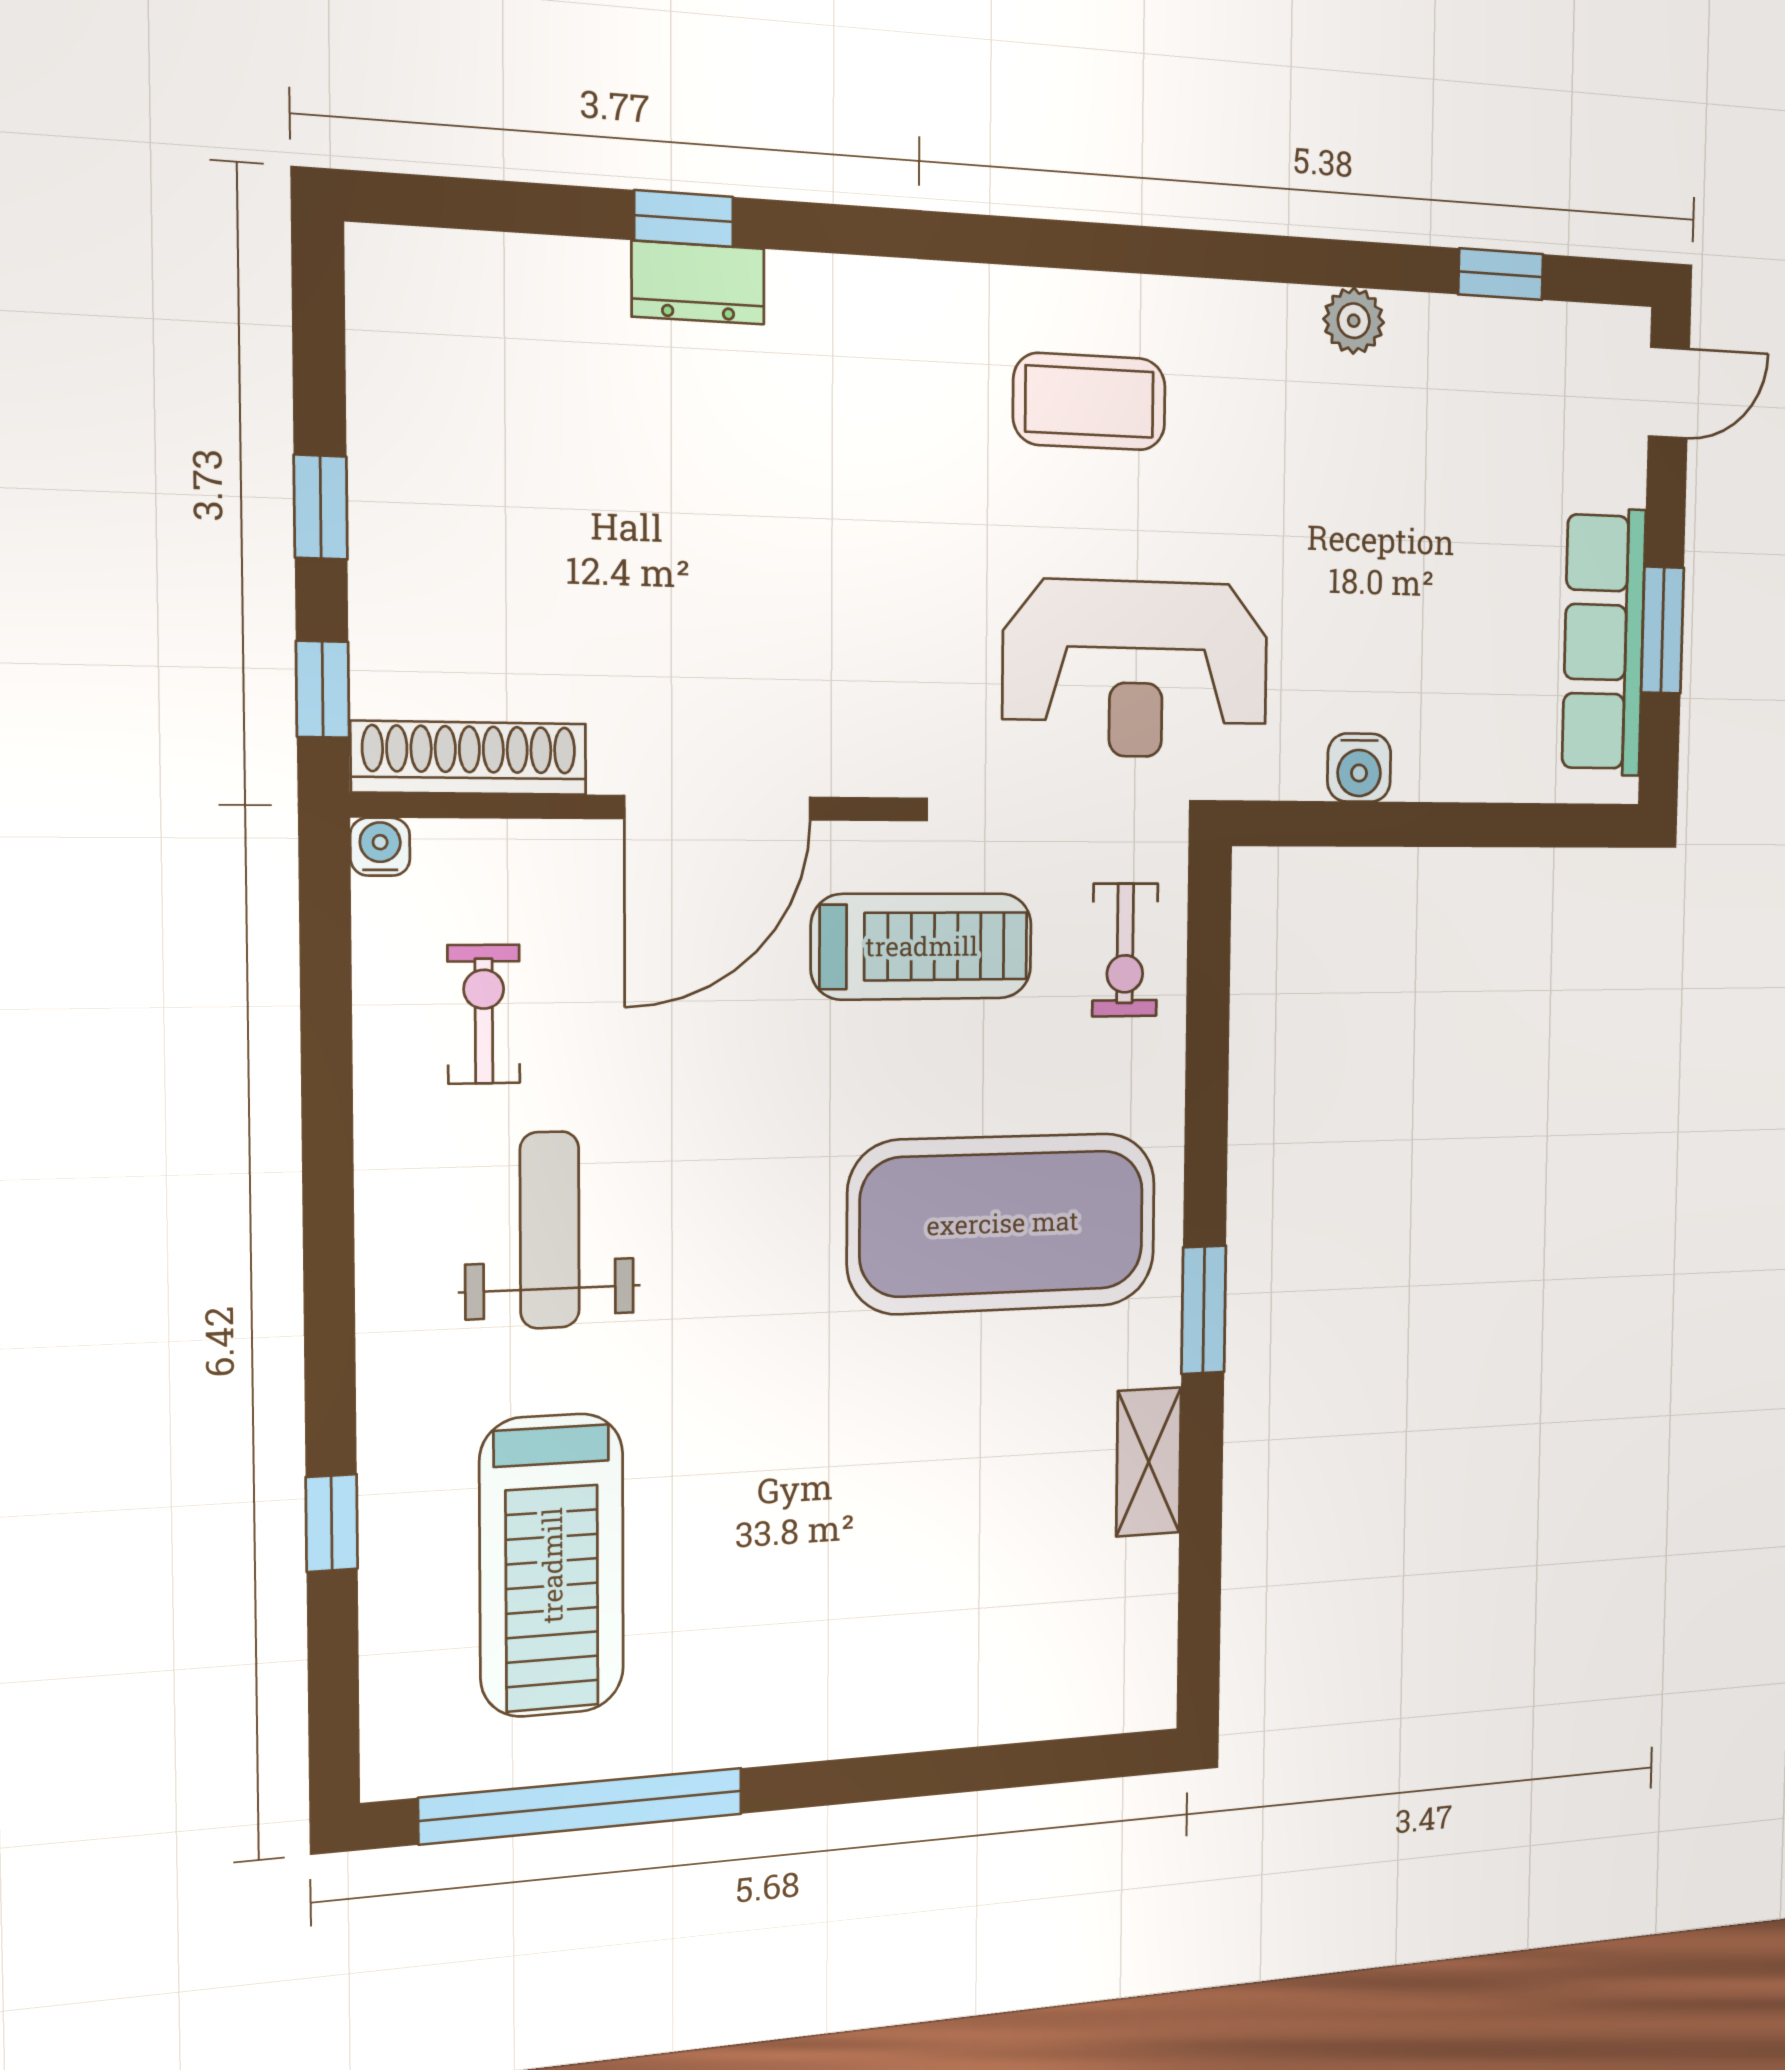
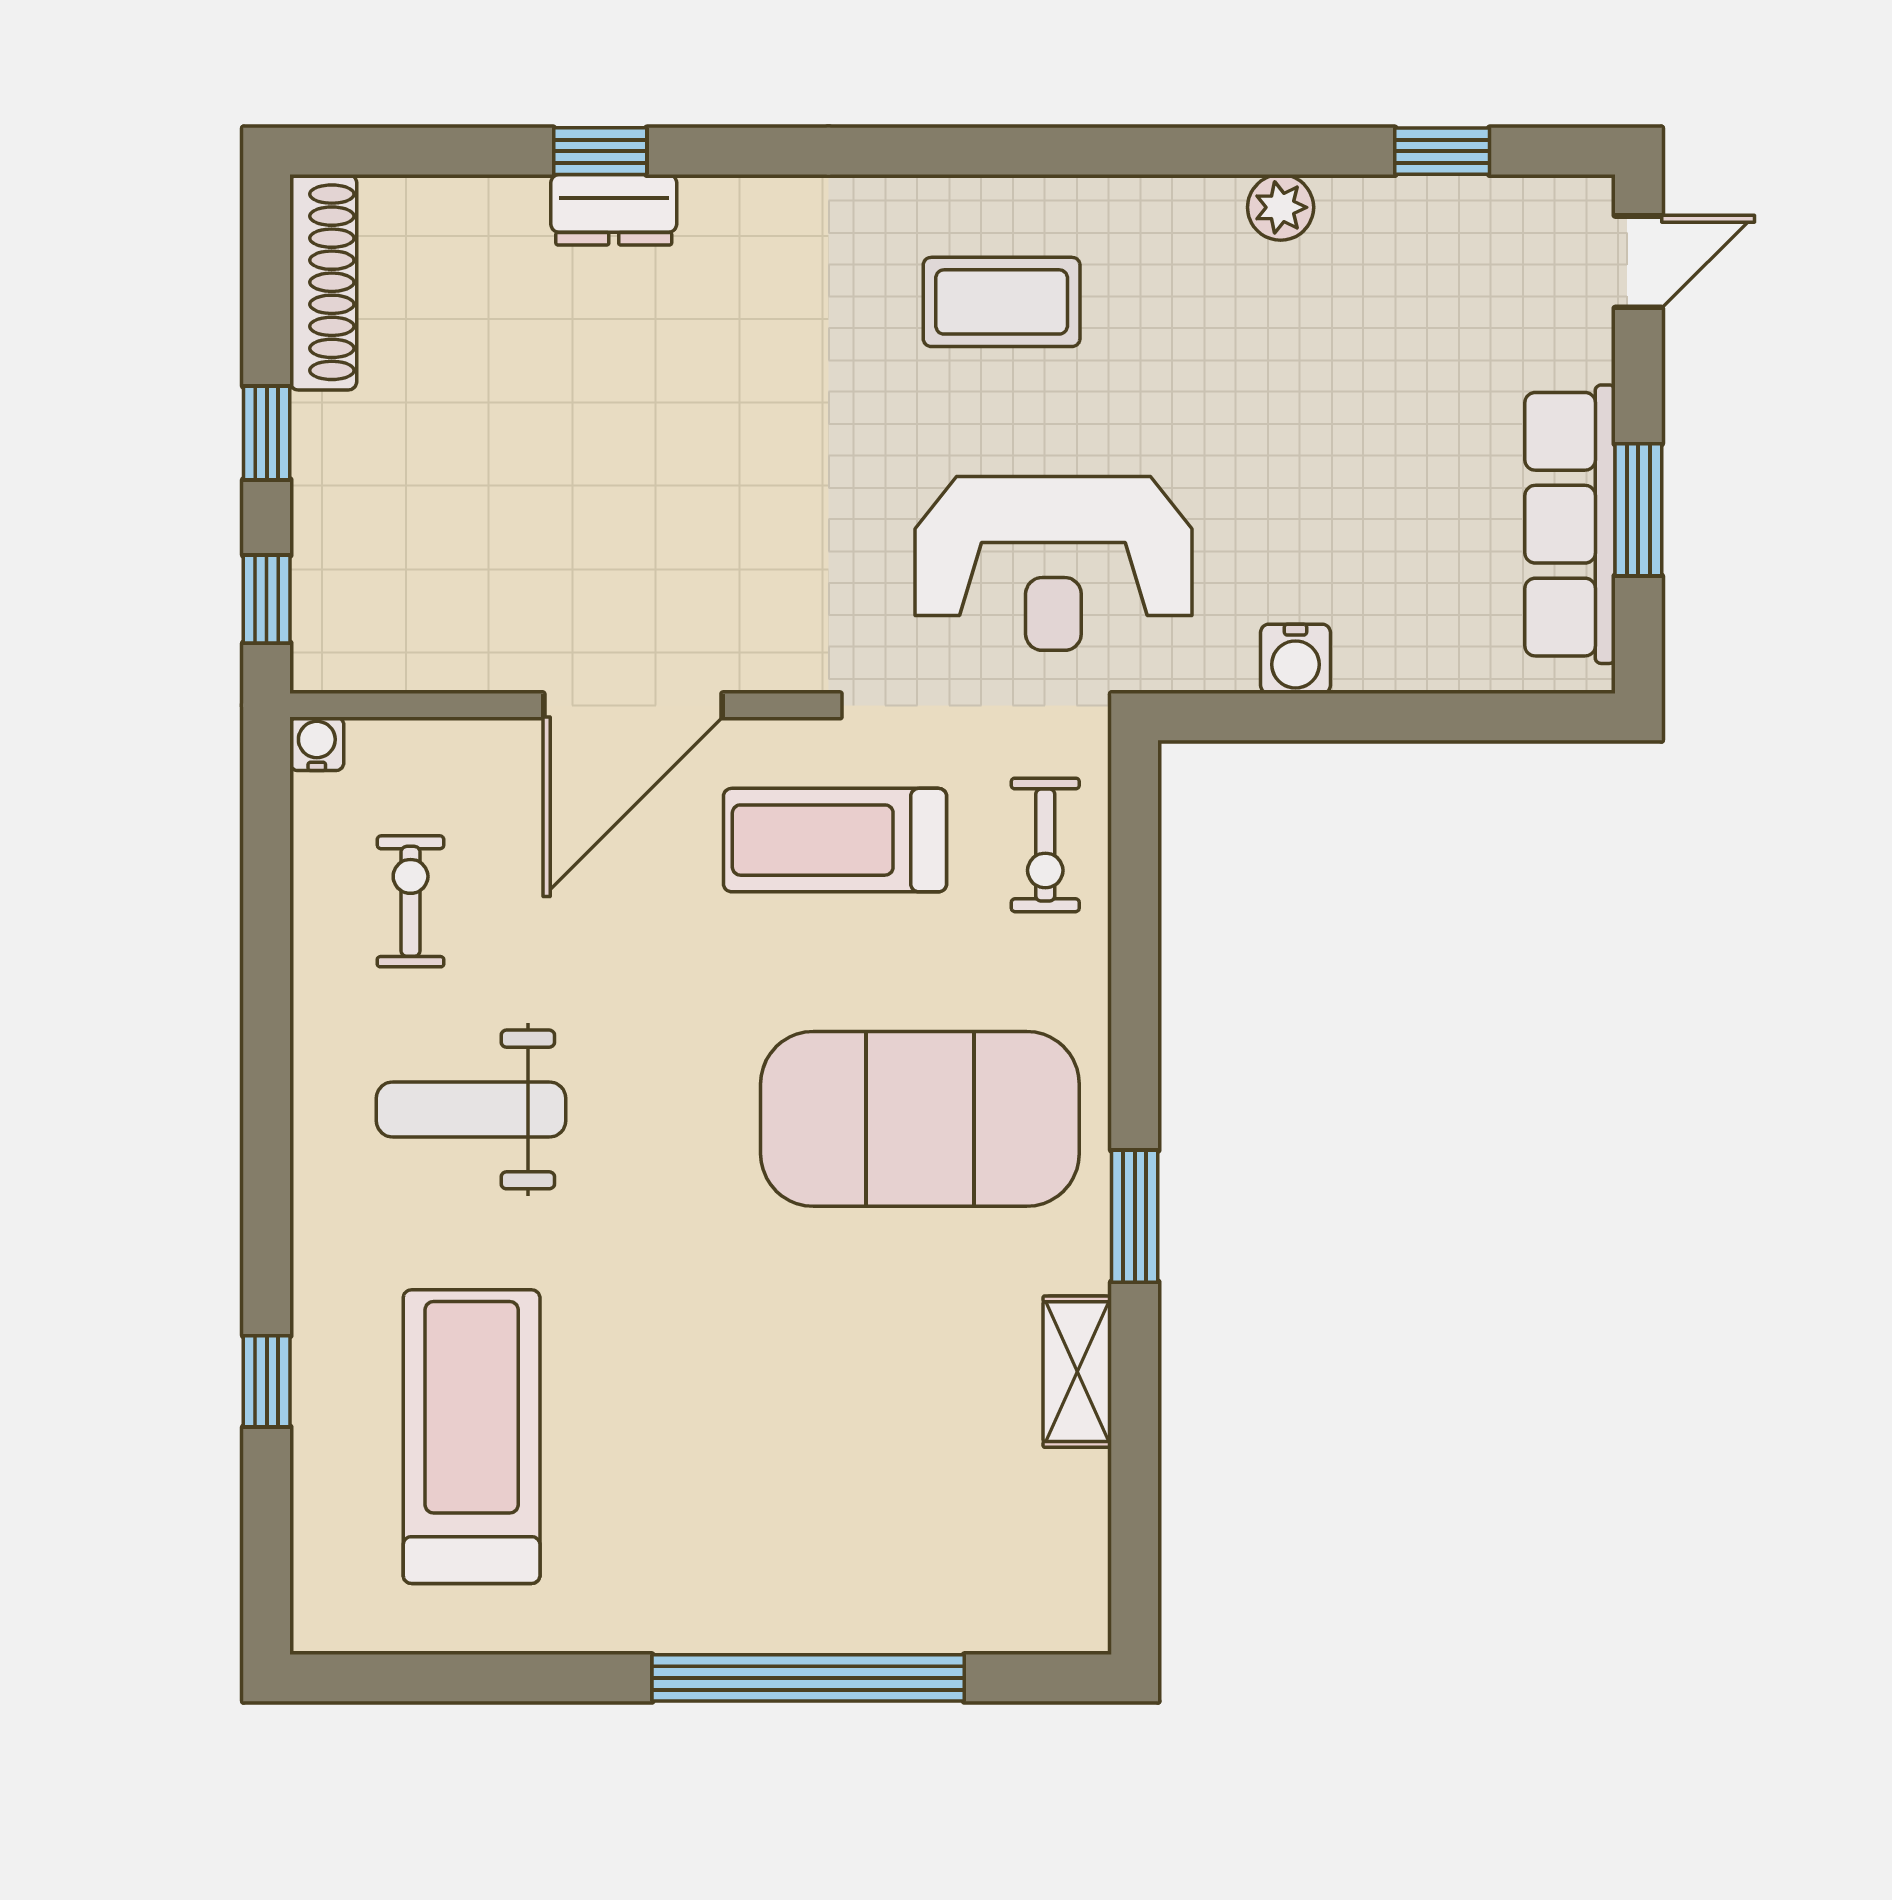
shoe rack: (469, 758) -> (323, 282), moved, turned 90
treadmill: (922, 946) -> (835, 840), turned 180
weight bench: (550, 1230) -> (471, 1109), turned -90
treadmill: (552, 1565) -> (472, 1437), turned 180
window: (582, 1806) -> (808, 1678), moved

